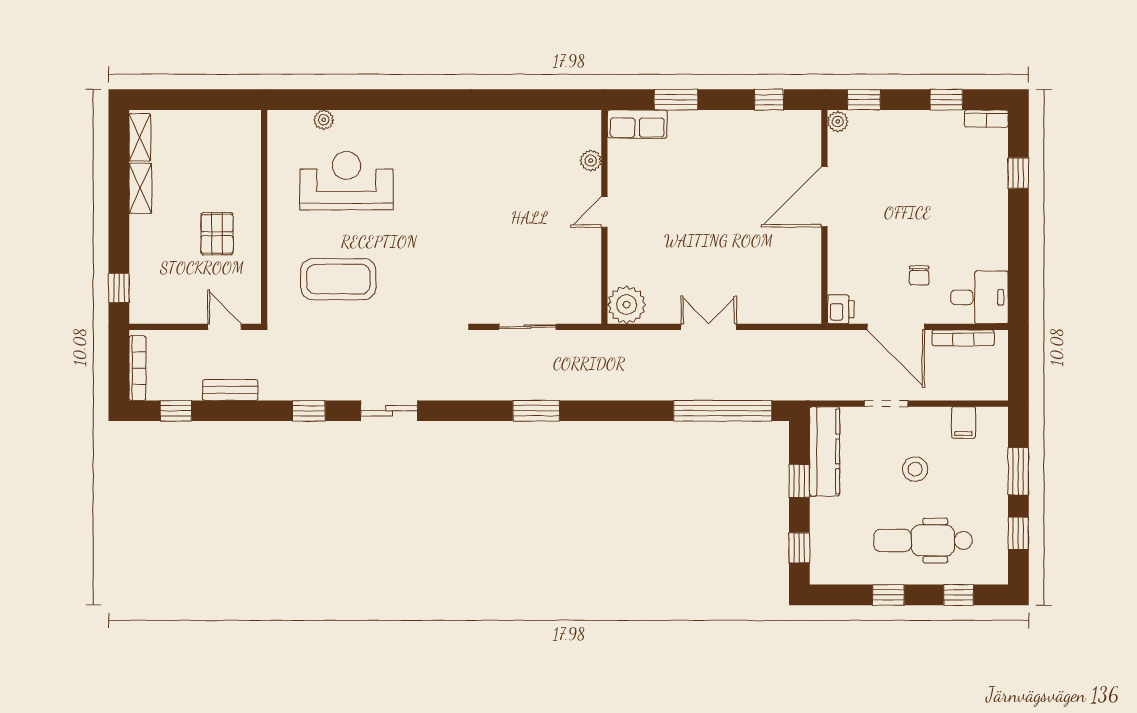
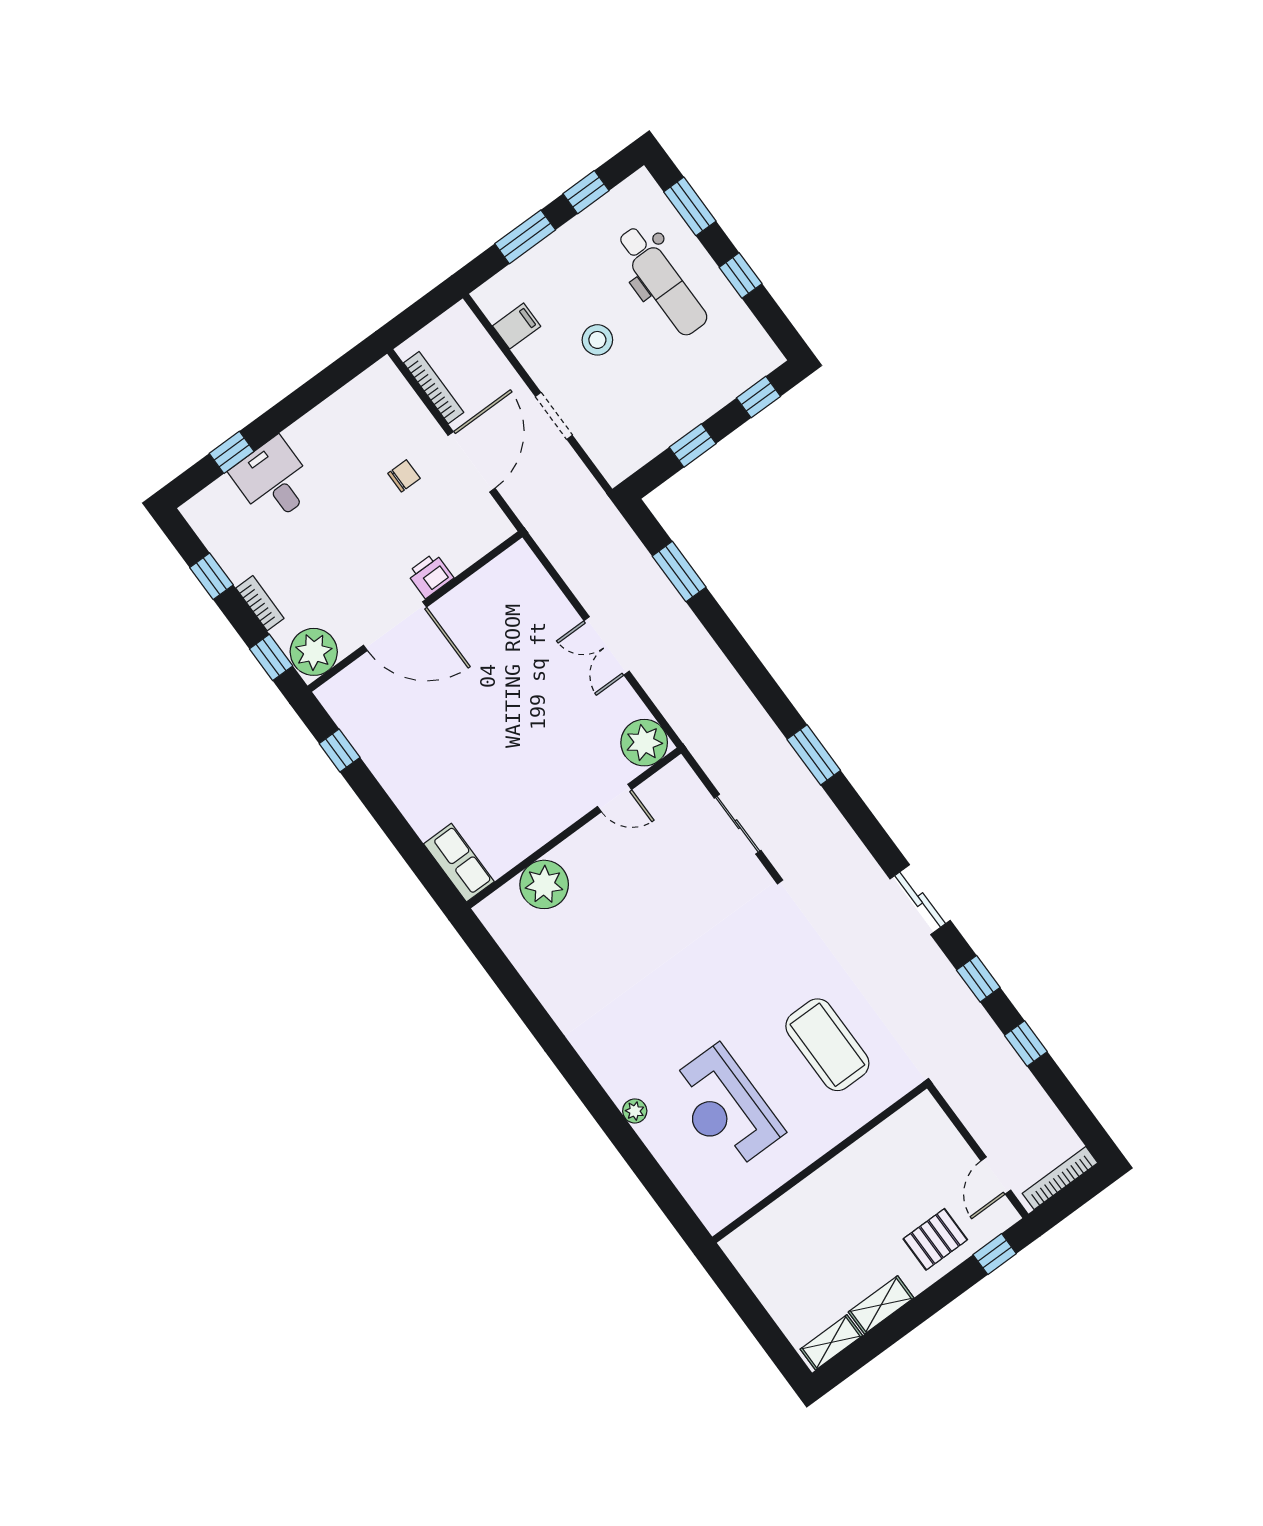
window: (676, 100) -> (407, 842), removed
bookcase: (986, 119) -> (260, 603), moved
plant: (324, 120) -> (635, 1111), moved
plant: (838, 122) -> (314, 652), width x1.87, depth x1.87
plant: (591, 161) -> (544, 884), width x1.88, depth x1.88
door: (604, 212) -> (615, 798), moved
pallet: (217, 234) -> (935, 1239), moved
desk: (979, 297) -> (273, 480), moved
printer: (841, 309) -> (430, 575), moved
door: (224, 327) -> (996, 1176), moved
bench: (230, 390) -> (1015, 1071), removed
window: (176, 411) -> (1026, 1044), moved
window: (723, 411) -> (679, 572), width x0.47
kitchen counter: (824, 451) -> (646, 442), removed
window: (958, 595) -> (690, 206), width x1.50

